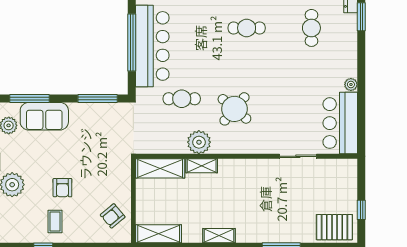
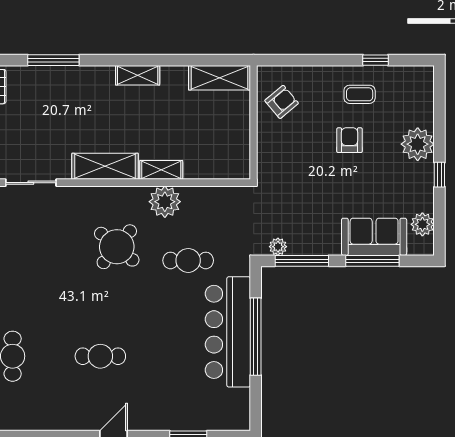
window: (30, 98) -> (372, 261), moved
plant: (115, 109) -> (278, 247), added
shelving: (160, 168) -> (105, 166), moved
coffee table: (55, 222) -> (360, 94), turned 90

